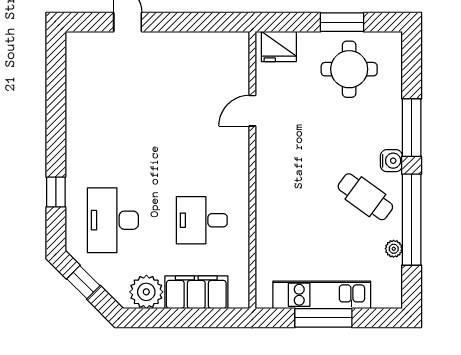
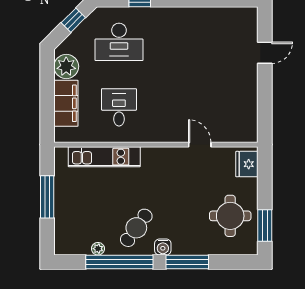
window: (342, 22) -> (265, 225), moved
desk: (113, 220) -> (119, 42), turned 180
kitchen unit: (322, 295) -> (104, 157), moved, turned 90

